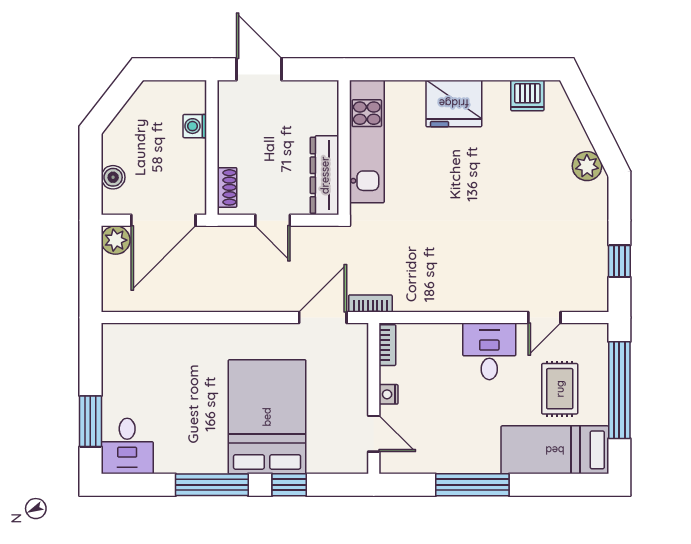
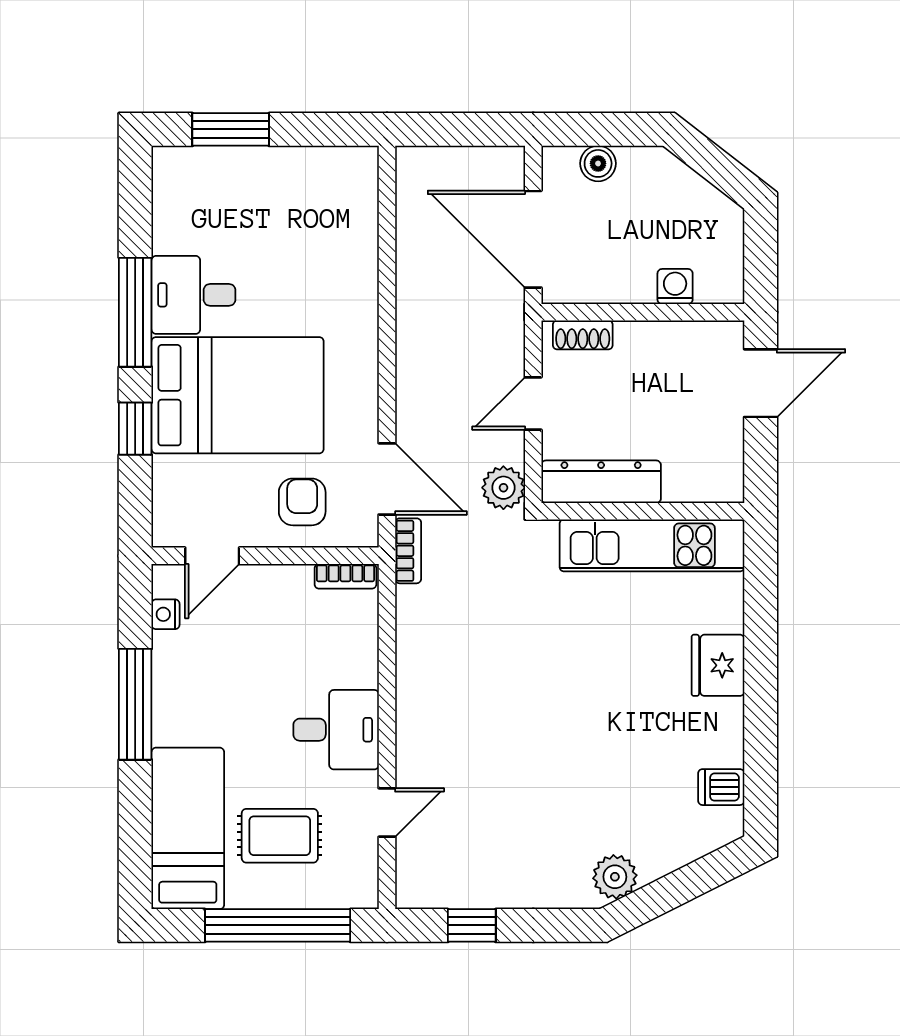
dishwasher: (527, 95) -> (721, 787), width x0.73
fridge: (454, 103) -> (718, 665), width x0.73, depth x0.75
plant: (116, 240) -> (503, 488), moved
door: (544, 317) -> (387, 813), swing flipped
armchair: (338, 374) -> (302, 502), added
nightstand: (389, 394) -> (166, 614), moved, turned -90
desk: (127, 446) -> (193, 295), moved

